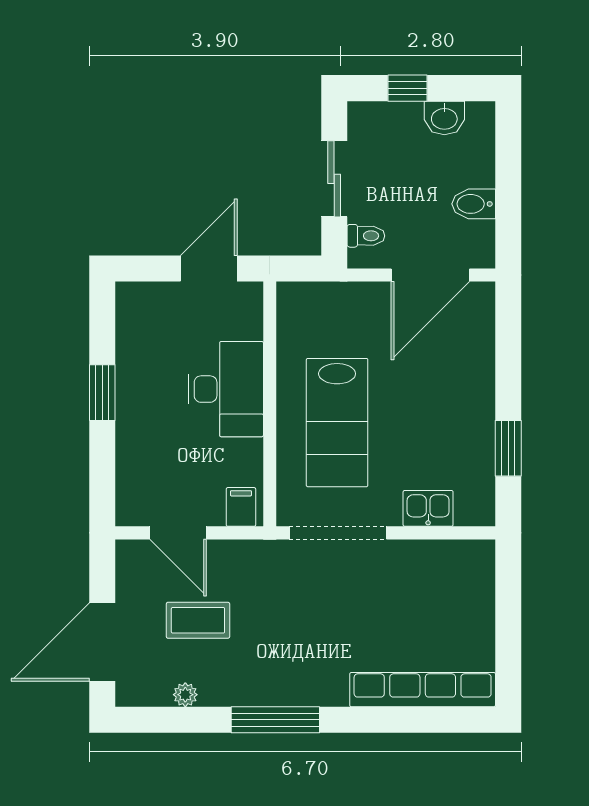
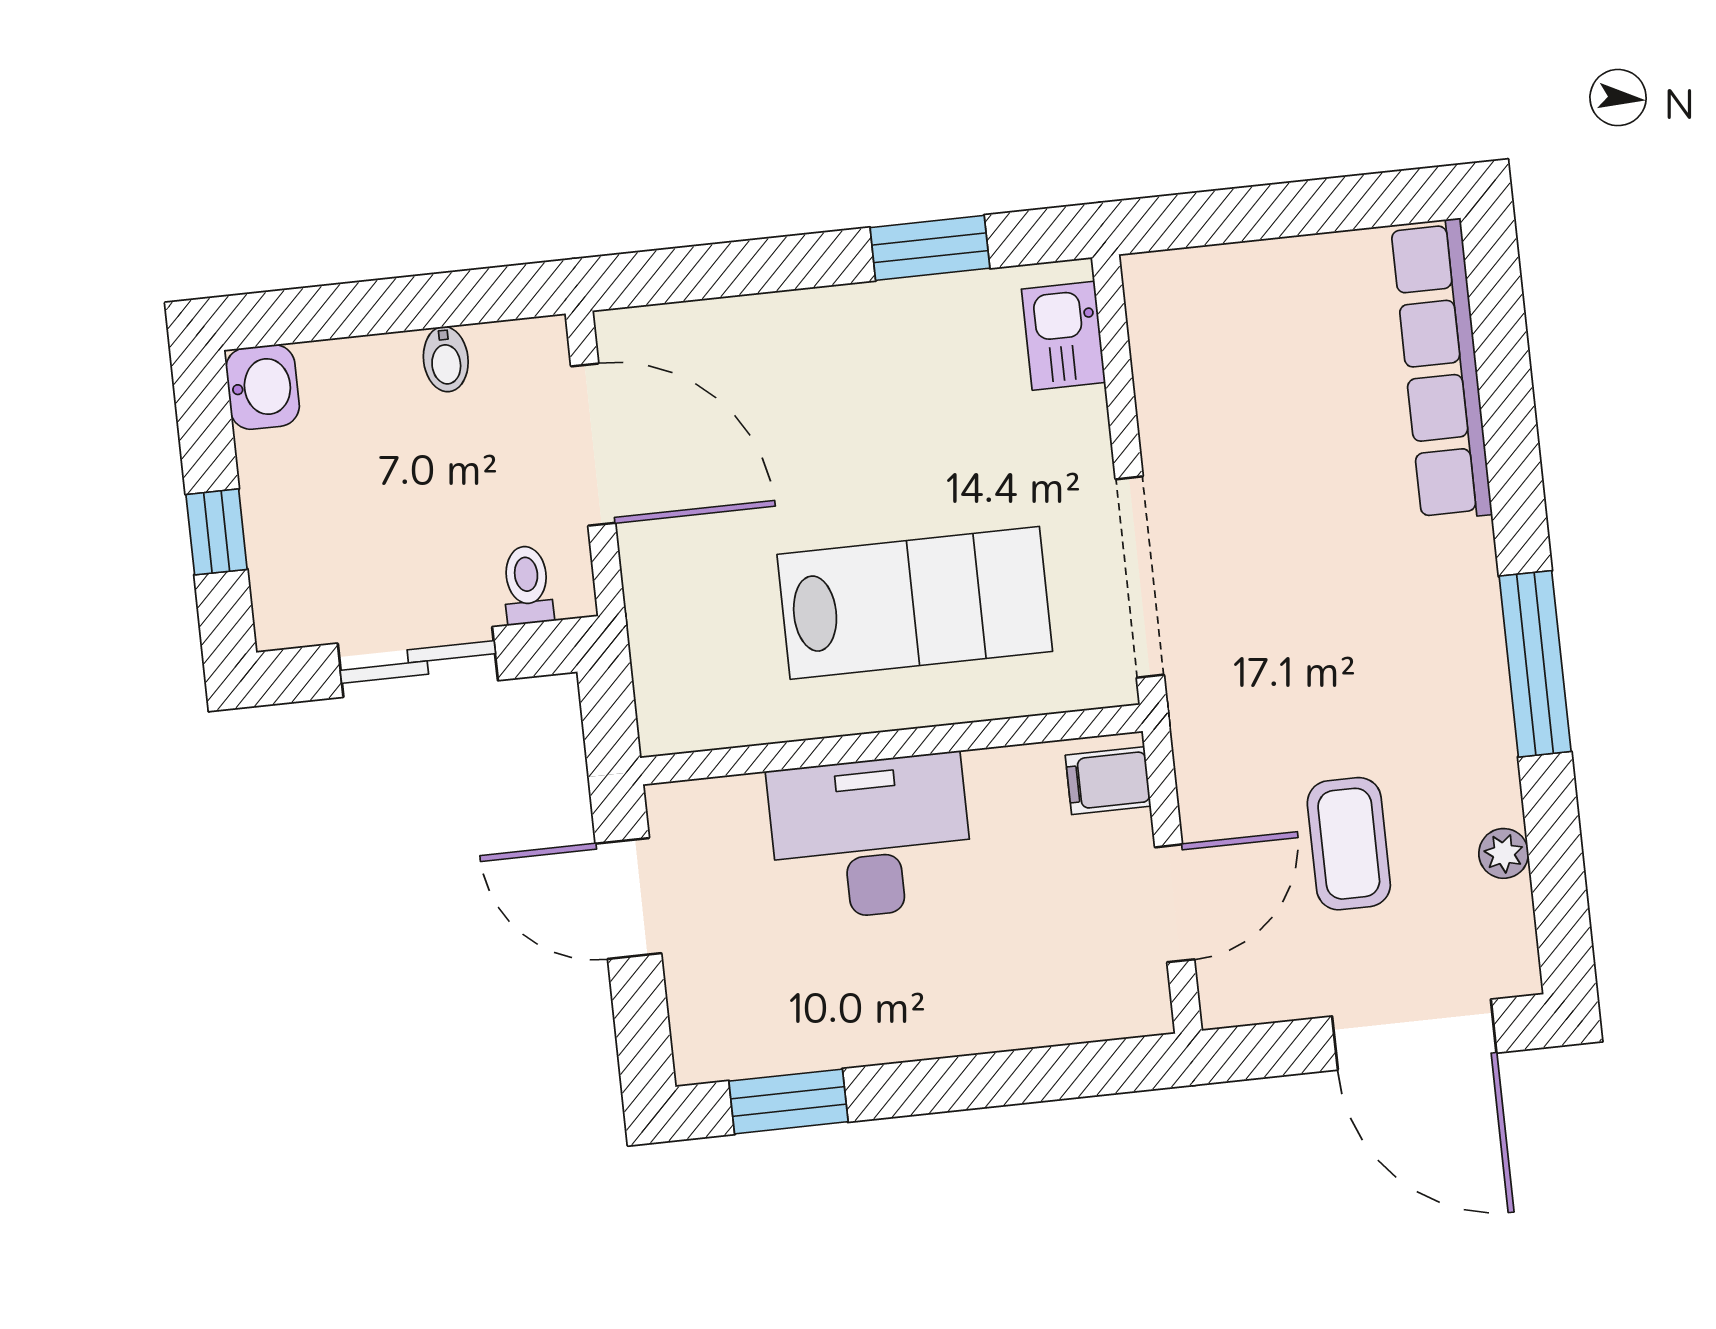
washbasin: (444, 118) -> (263, 387), moved
bidet: (474, 204) -> (446, 359), width x0.72, depth x0.74
window: (102, 393) -> (789, 1101), moved
kitchen sink: (428, 508) -> (1064, 336), moved

